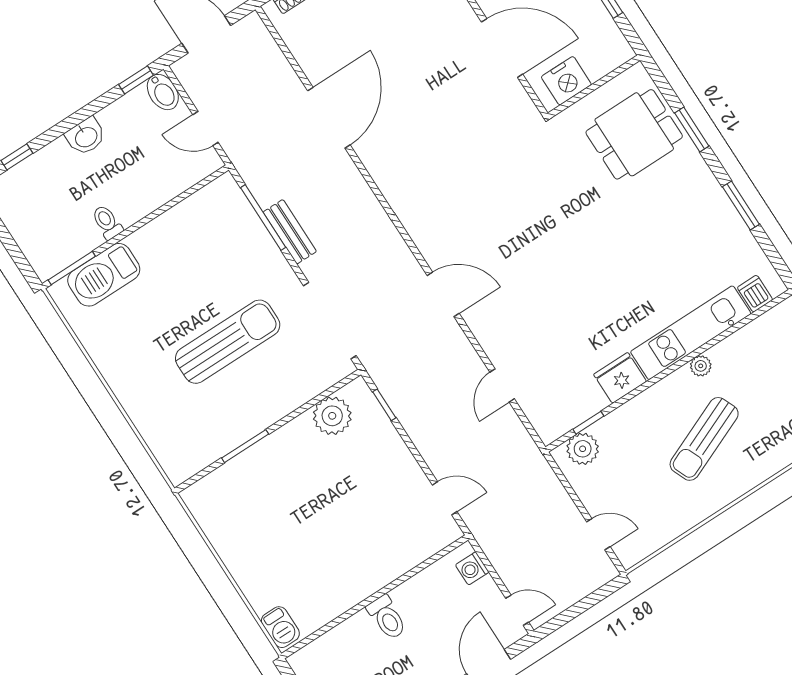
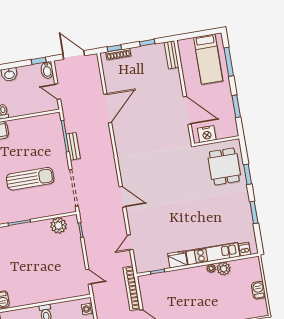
dining table: (634, 134) -> (224, 166), turned 90
sun lounger: (704, 439) -> (200, 297), removed
plant: (583, 449) -> (224, 269), moved
bookcase: (548, 483) -> (132, 288), added

